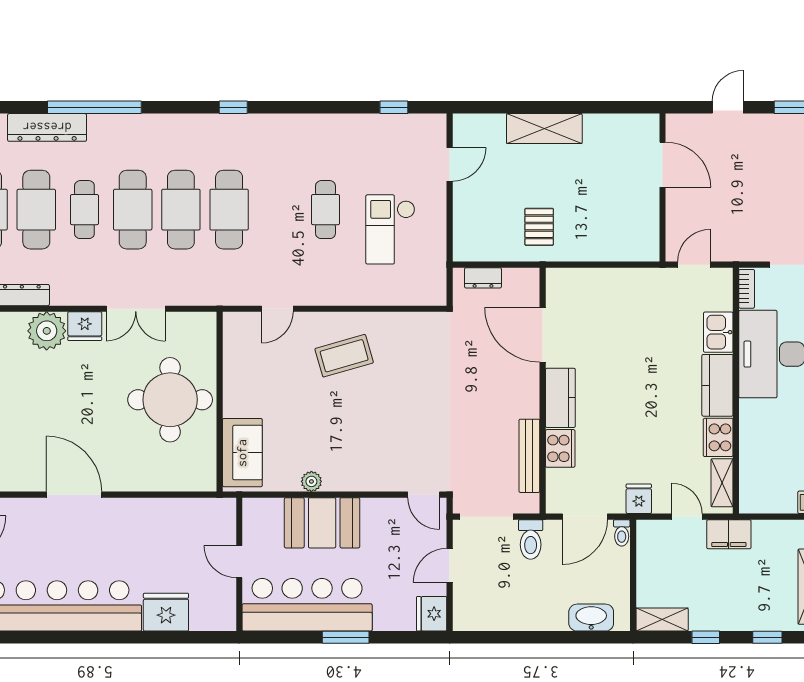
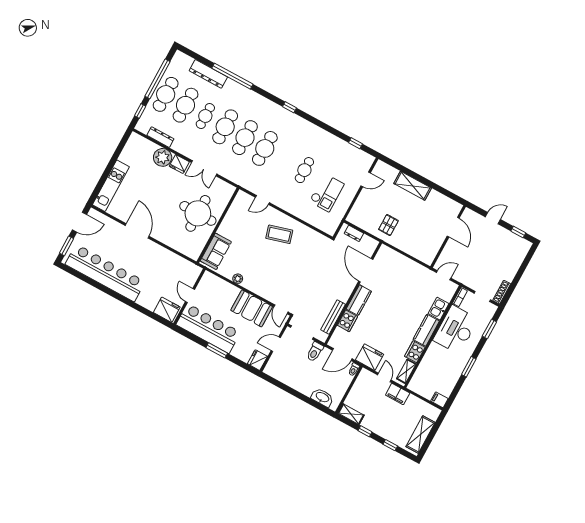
checkout: (390, 229) -> (327, 193), turned 180
fridge: (639, 499) -> (370, 357), width x1.88, depth x1.34
booth: (322, 523) -> (252, 308), moved
fridge: (166, 612) -> (167, 310), moved

